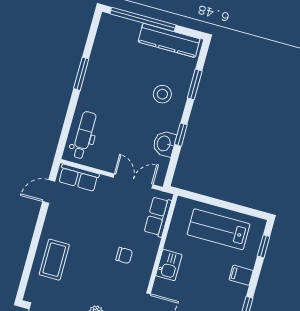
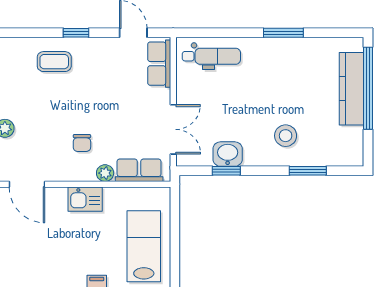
kitchen counter: (169, 40) -> (351, 89), moved
window: (181, 135) -> (226, 171), moved
window: (36, 236) -> (76, 33), added
plant: (153, 244) -> (105, 173), added
coffee table: (54, 260) -> (54, 62), width x0.73, depth x0.77

